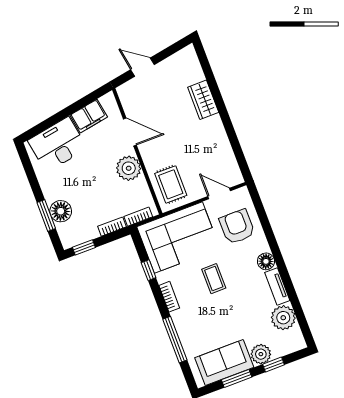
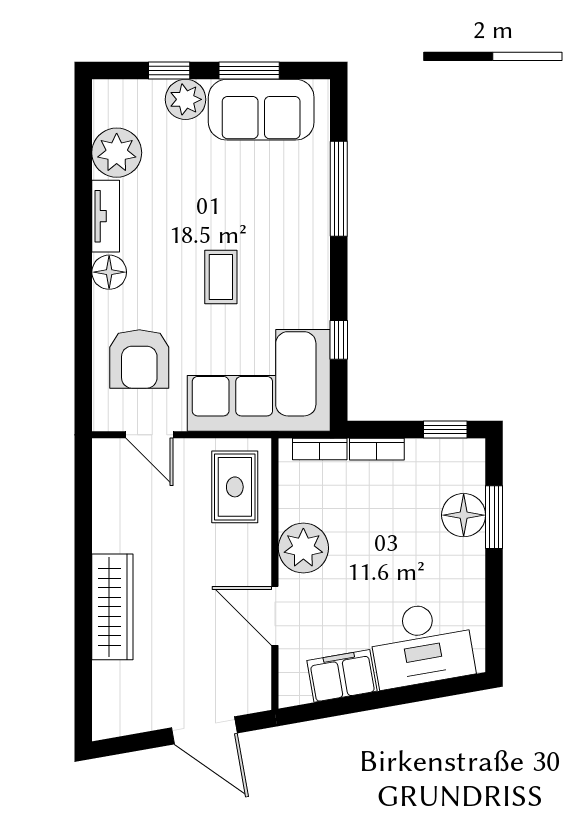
door: (142, 67) -> (204, 730), width x1.38
wardrobe: (203, 100) -> (112, 607), width x1.50
bookcase: (169, 297) -> (318, 275), removed

